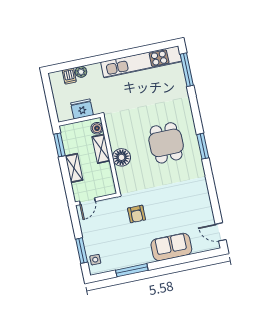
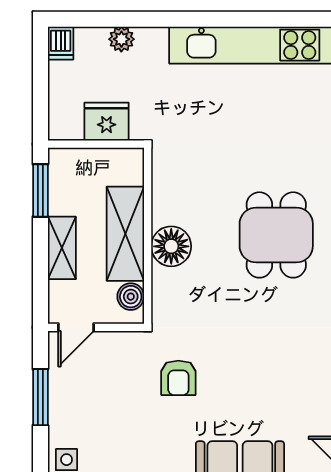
dishwasher: (69, 76) -> (61, 43), moved
boiler: (97, 128) -> (131, 297), moved
shelving: (101, 149) -> (125, 234), width x1.50, depth x1.33
window: (82, 251) -> (40, 397), moved

